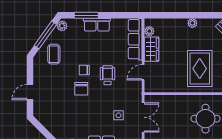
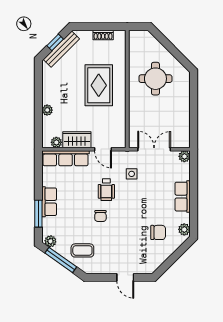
plant: (192, 23) -> (47, 110), moved
rug: (200, 69) -> (99, 85), turned 90
wheelchair: (108, 75) -> (106, 190), turned -90
chair: (81, 89) -> (158, 232), moved
side table: (118, 115) -> (132, 174), moved

